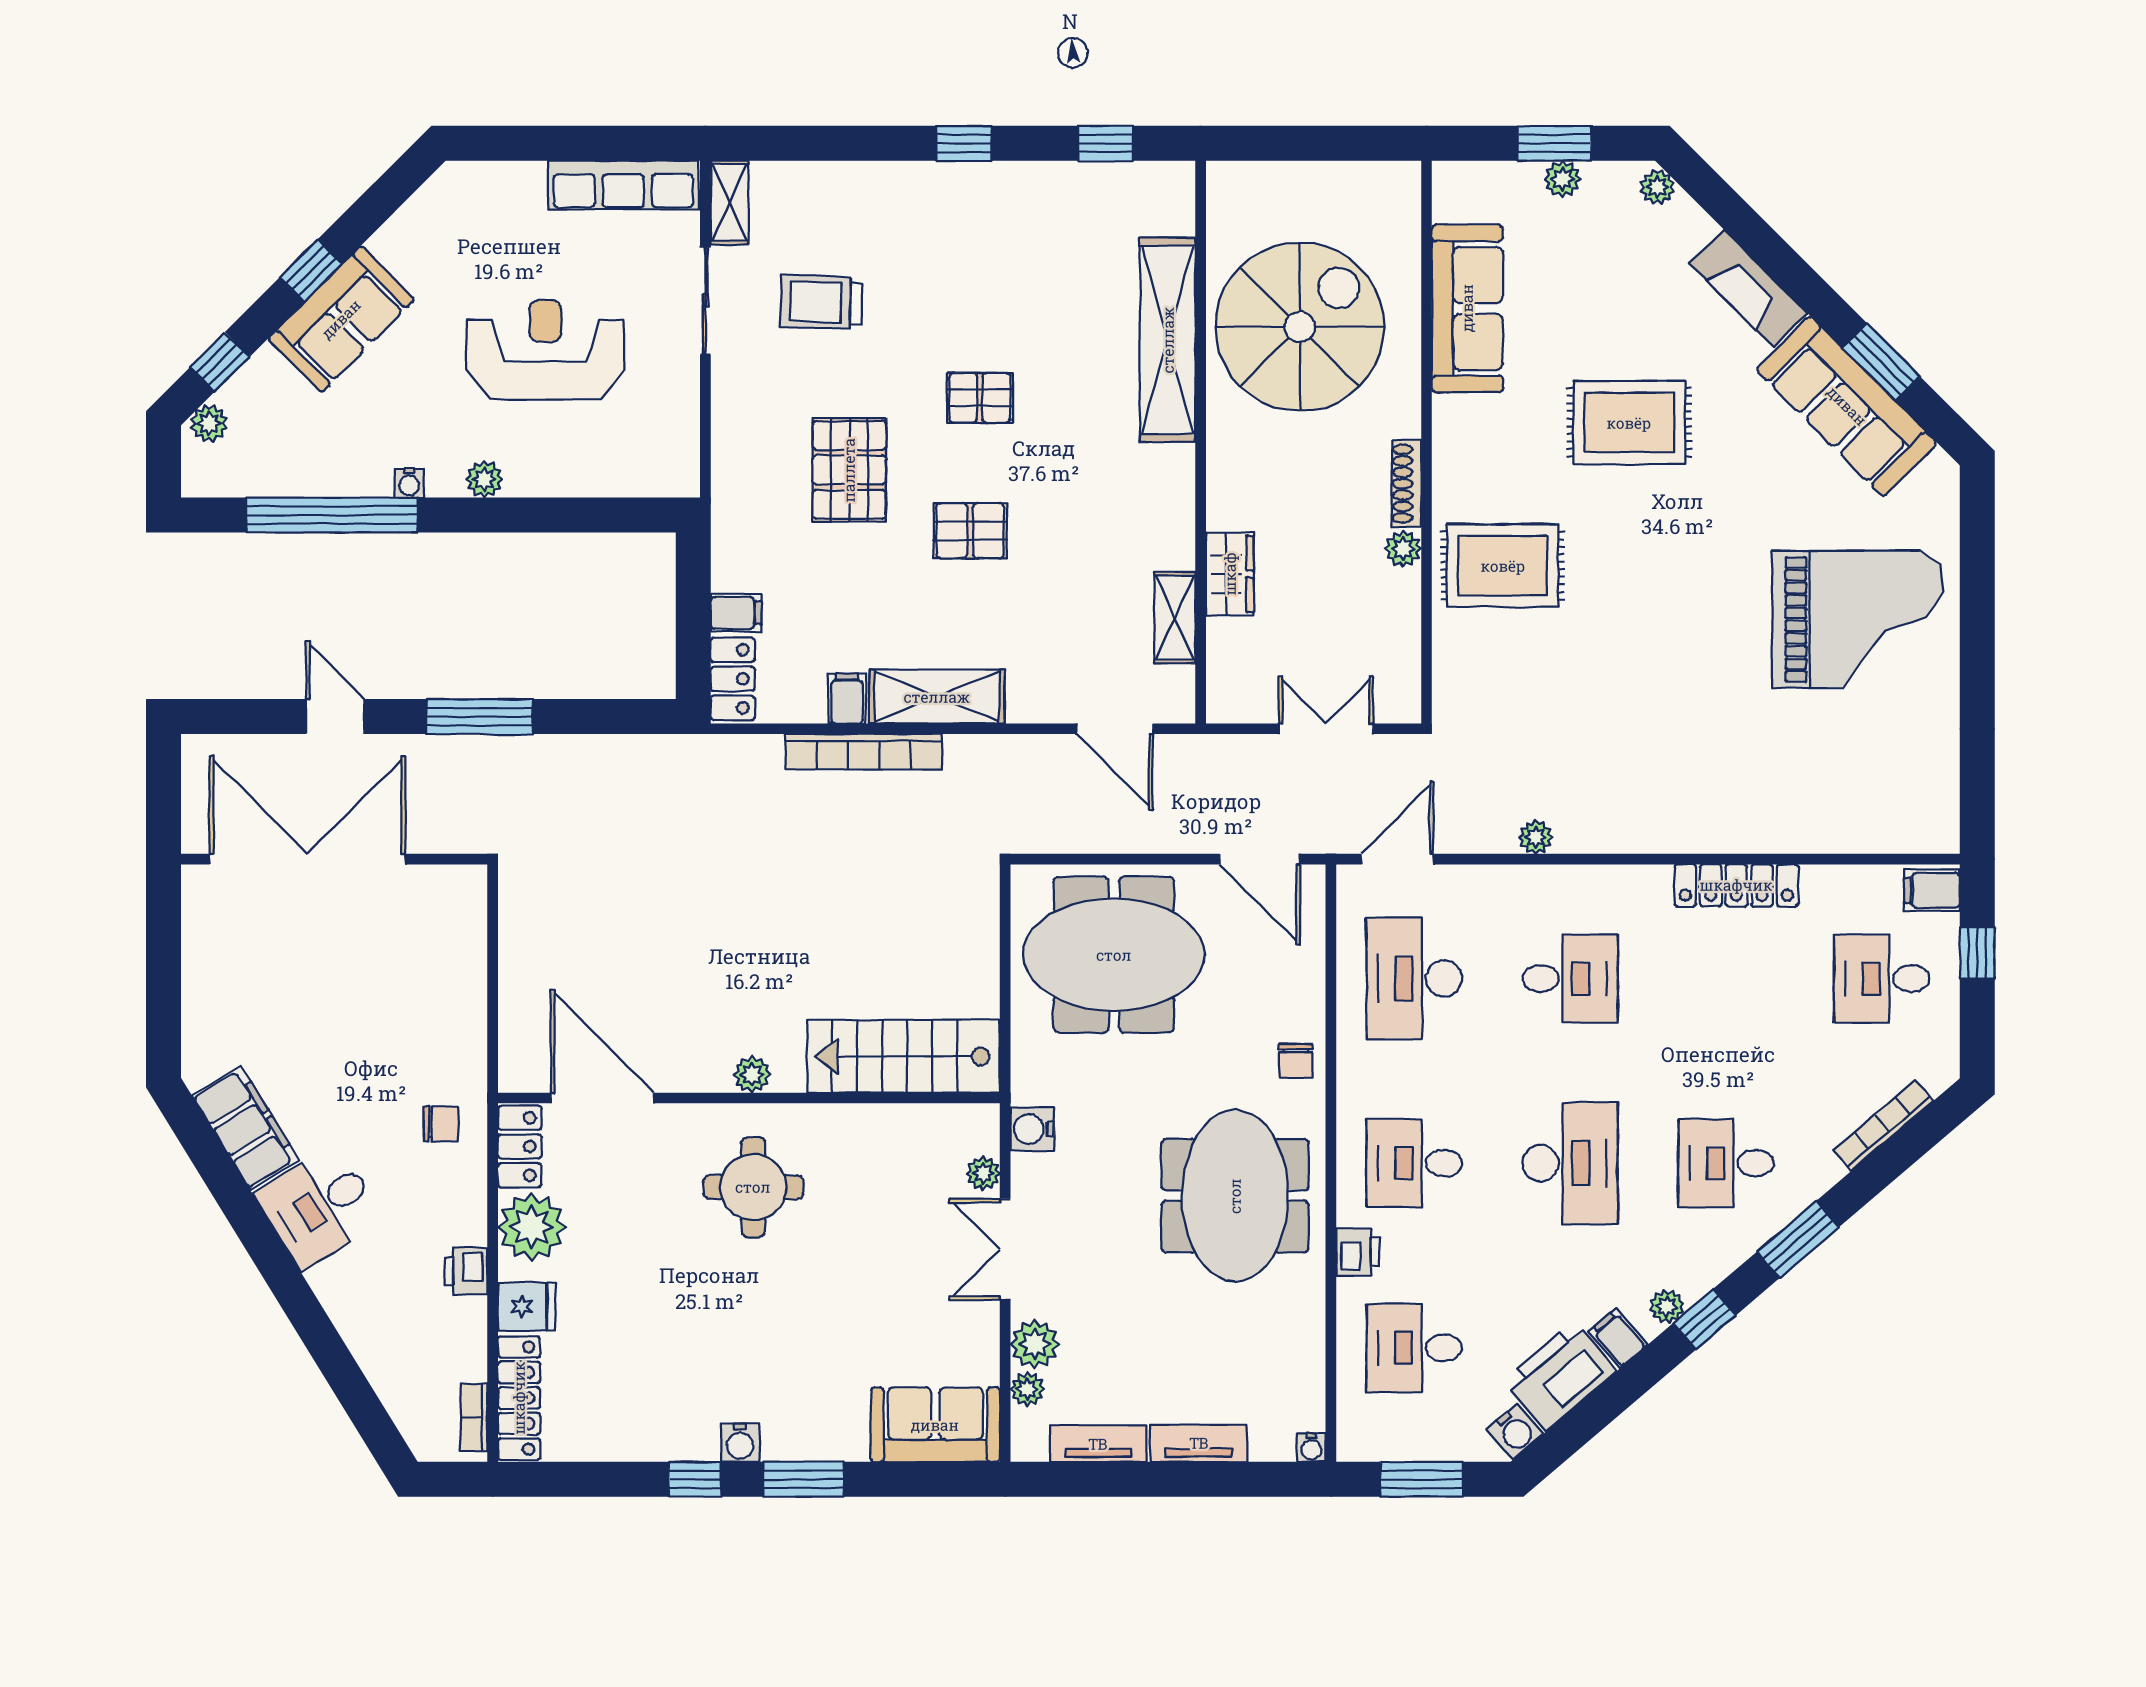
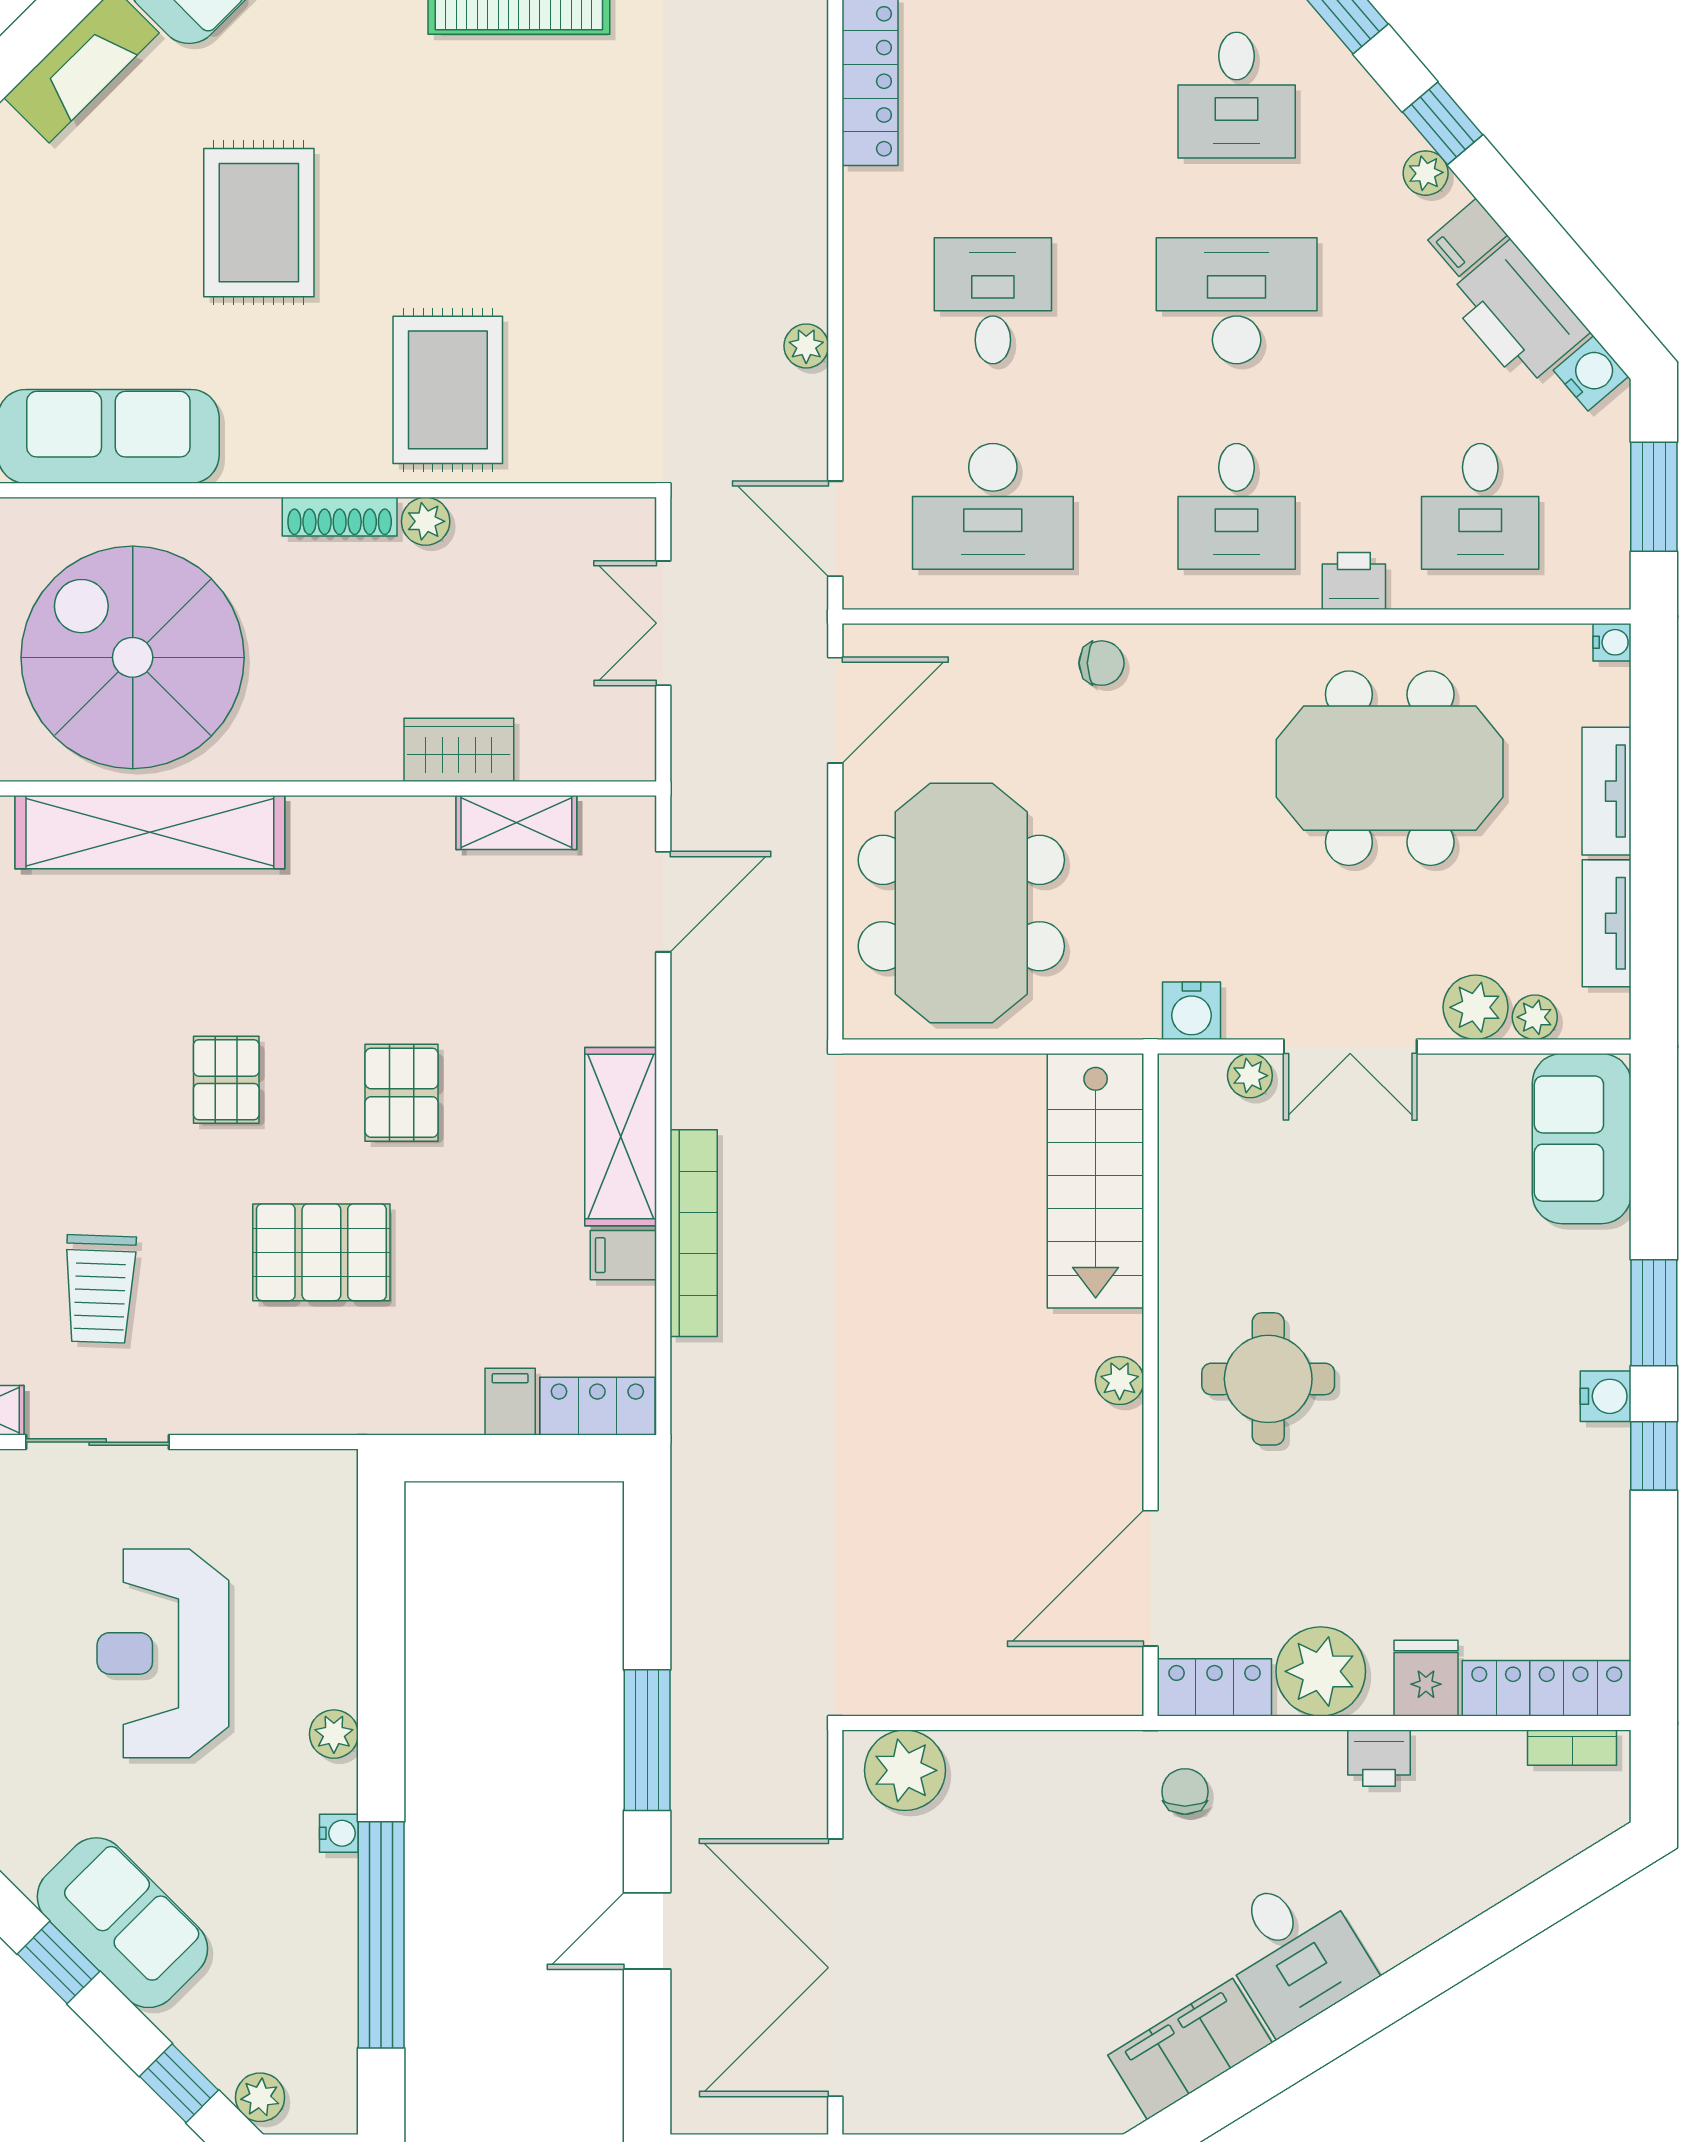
plant: (457, 912) -> (905, 1770), added
meeting table: (1235, 1196) -> (1390, 768), moved

